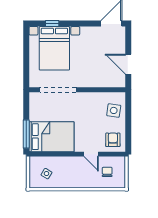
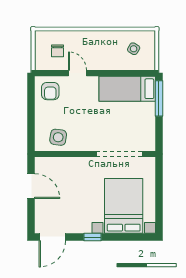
window: (52, 23) -> (92, 237), moved
side table: (114, 110) -> (58, 137), moved
bed: (52, 137) -> (127, 89), width x0.67

